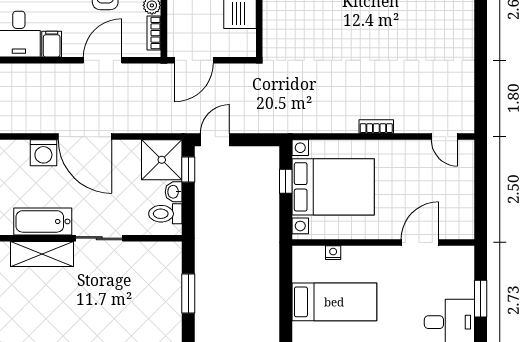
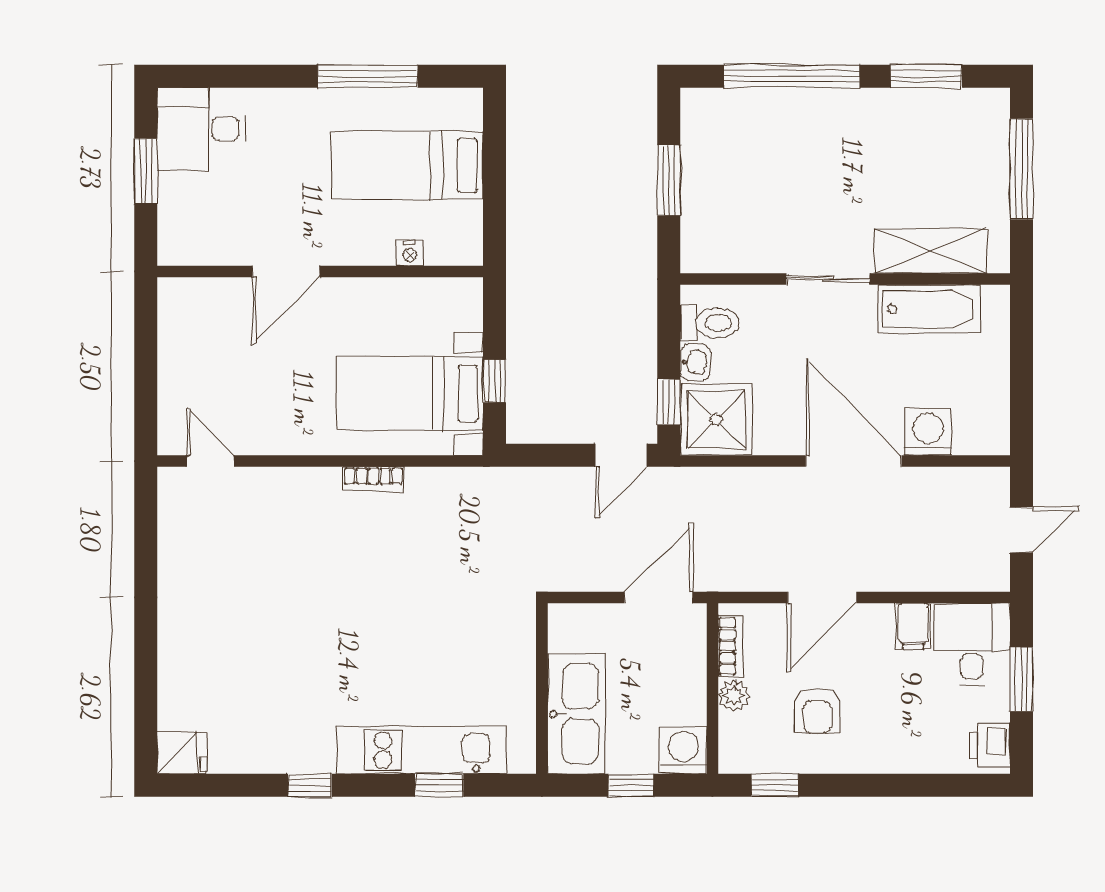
bookcase: (376, 126) -> (374, 479), moved
bed with nightstands: (333, 187) -> (410, 393), width x0.73
door: (420, 242) -> (286, 271), moved

